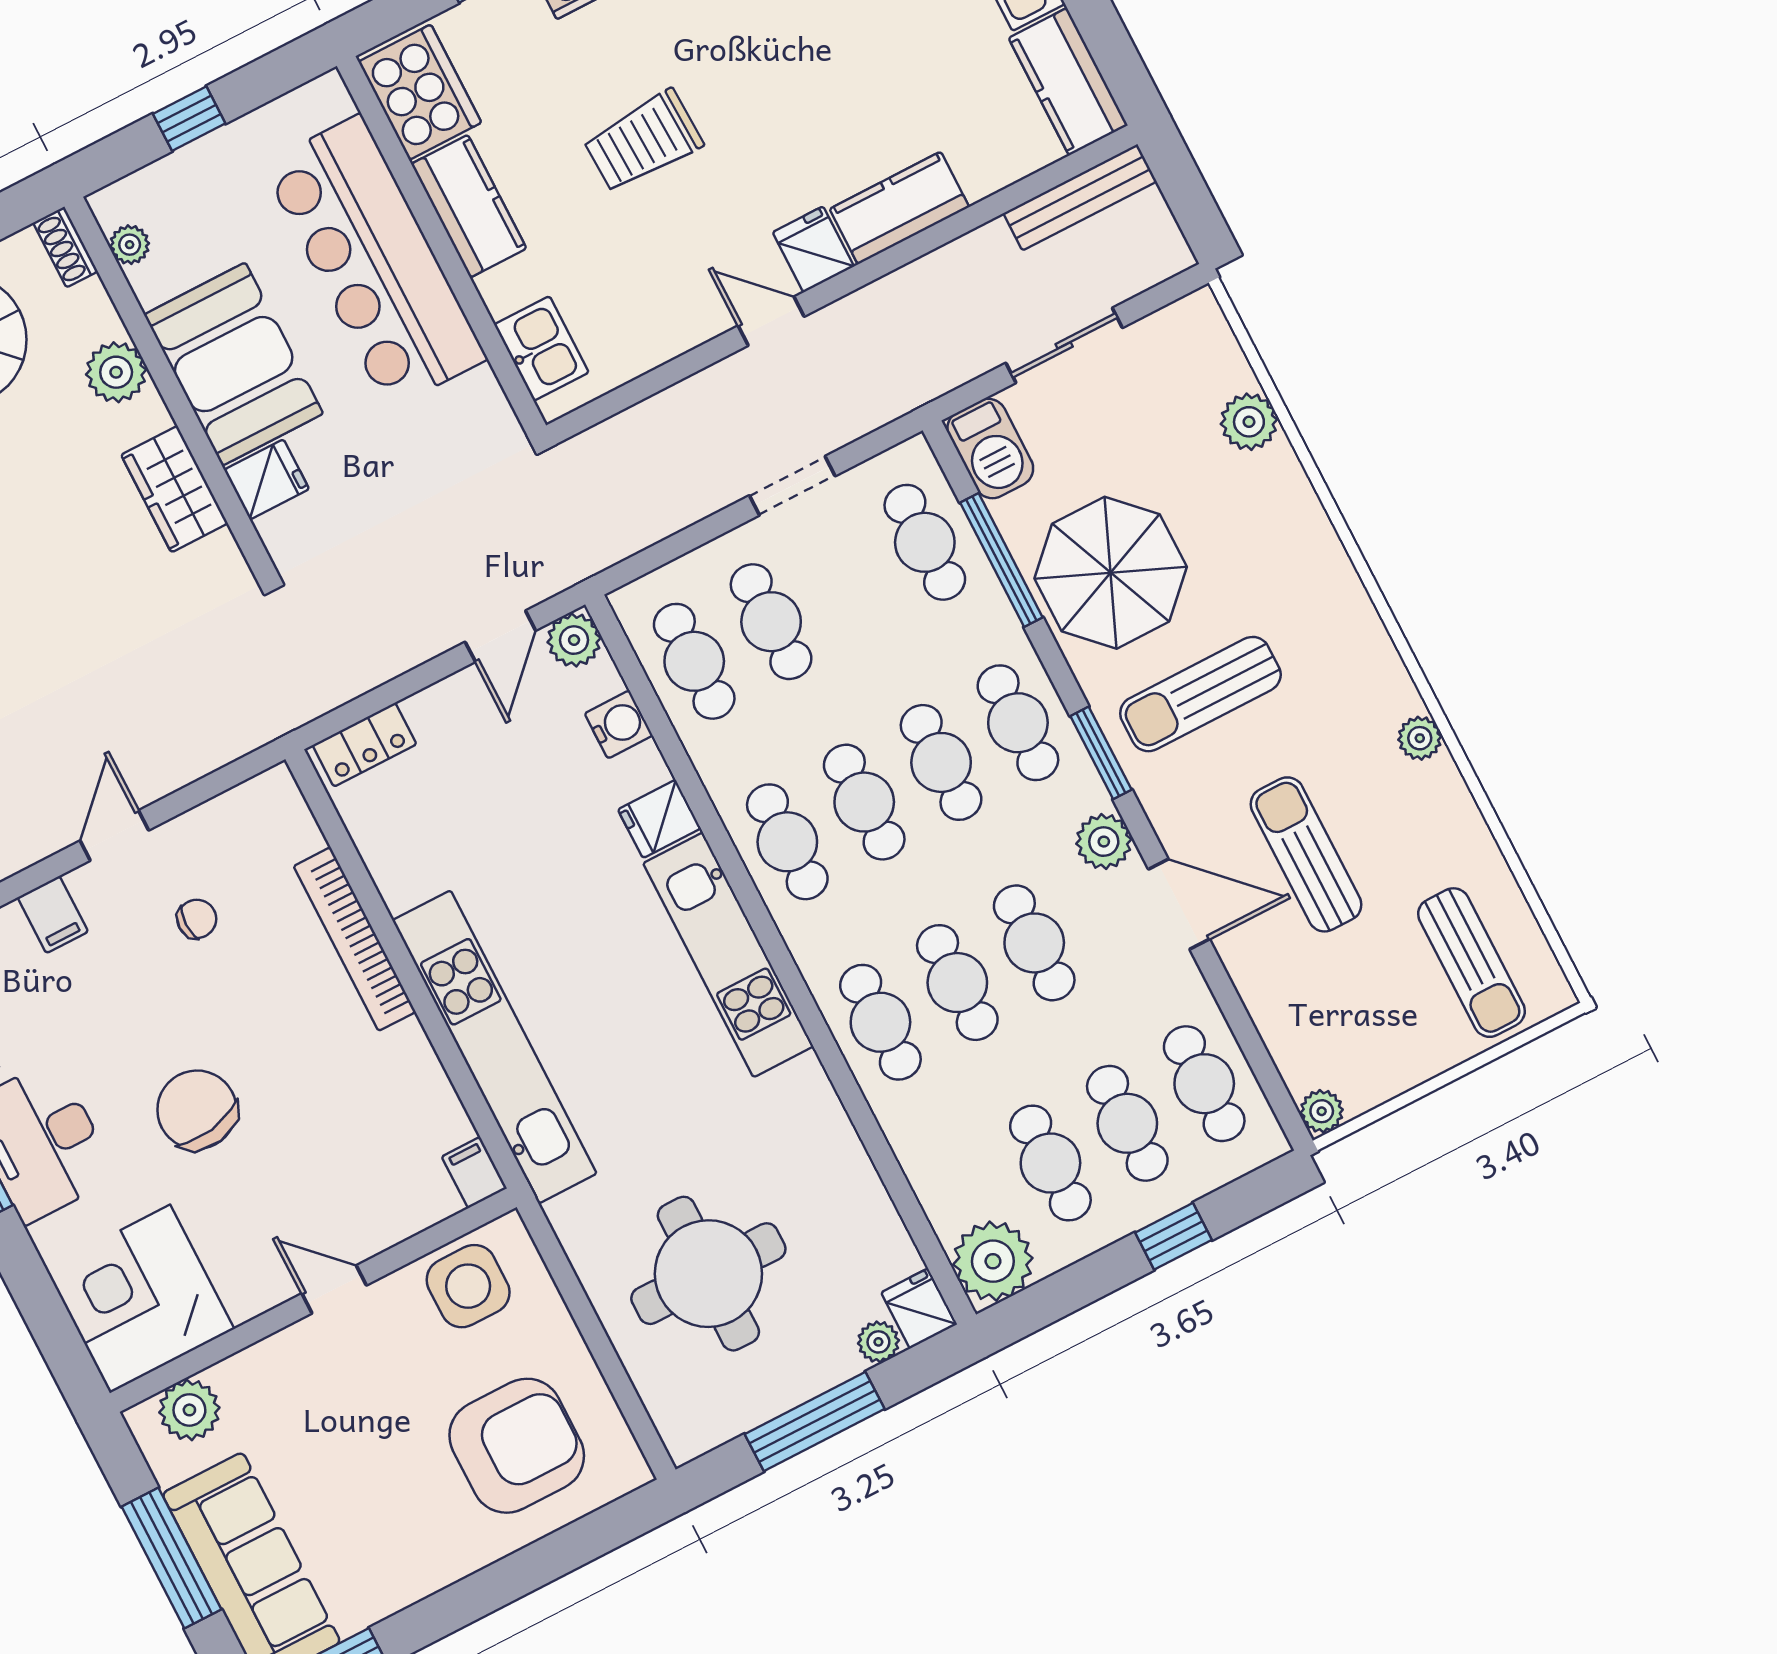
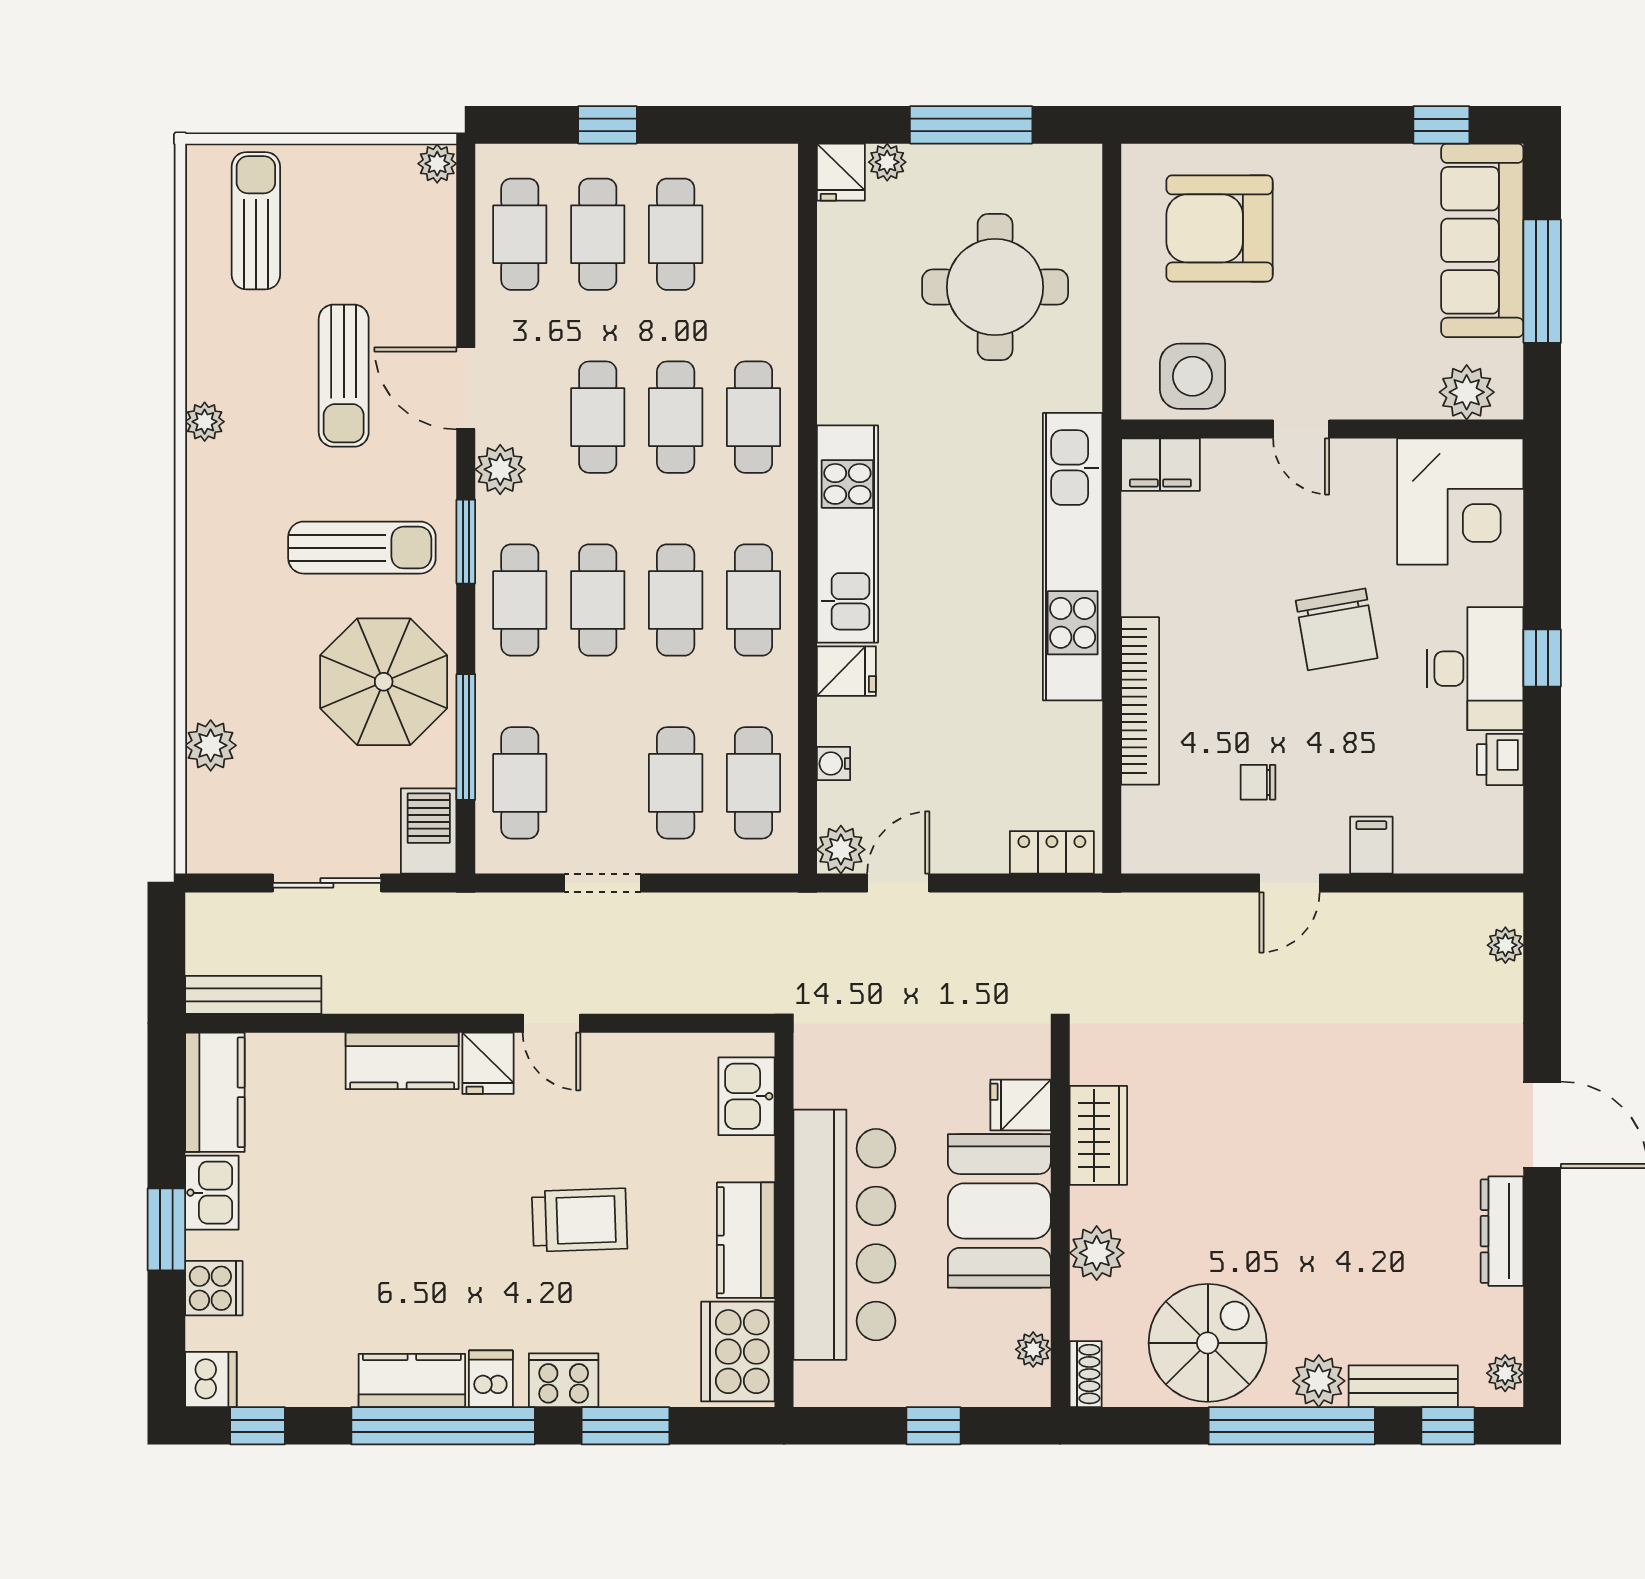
water cooler: (619, 724) -> (834, 764), width x0.72, depth x0.72
filing cabinet: (474, 1173) -> (1160, 465), width x2.00
plant: (993, 1261) -> (762, 179), removed

